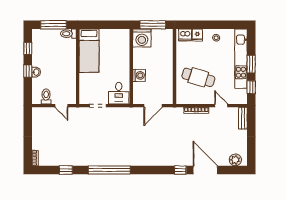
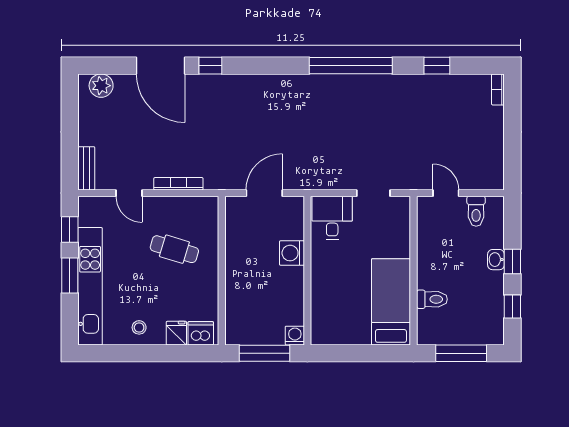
toilet: (68, 34) -> (432, 299), moved
washing machine: (142, 38) -> (295, 336), width x0.53, depth x0.53
cafe table: (198, 77) -> (174, 249), width x0.73, depth x0.74

